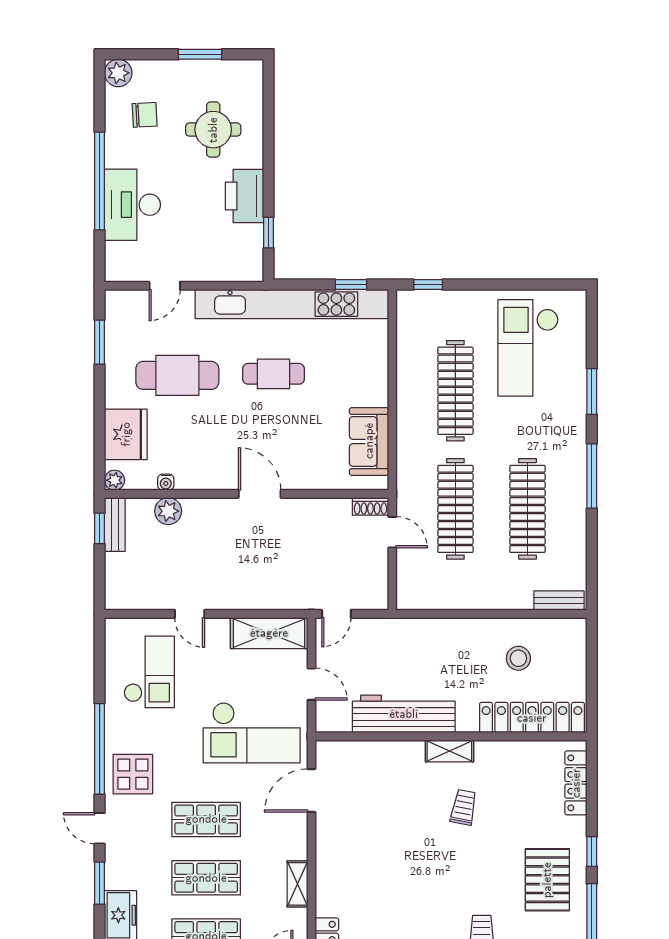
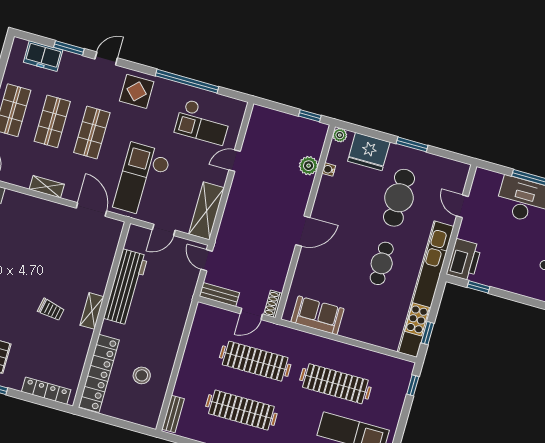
printer: (245, 196) -> (464, 260), moved, turned 90
window: (100, 342) -> (412, 144), moved
bench: (115, 524) -> (219, 295), moved
window: (100, 749) -> (187, 81), moved
shelving: (297, 884) -> (47, 187), moved

